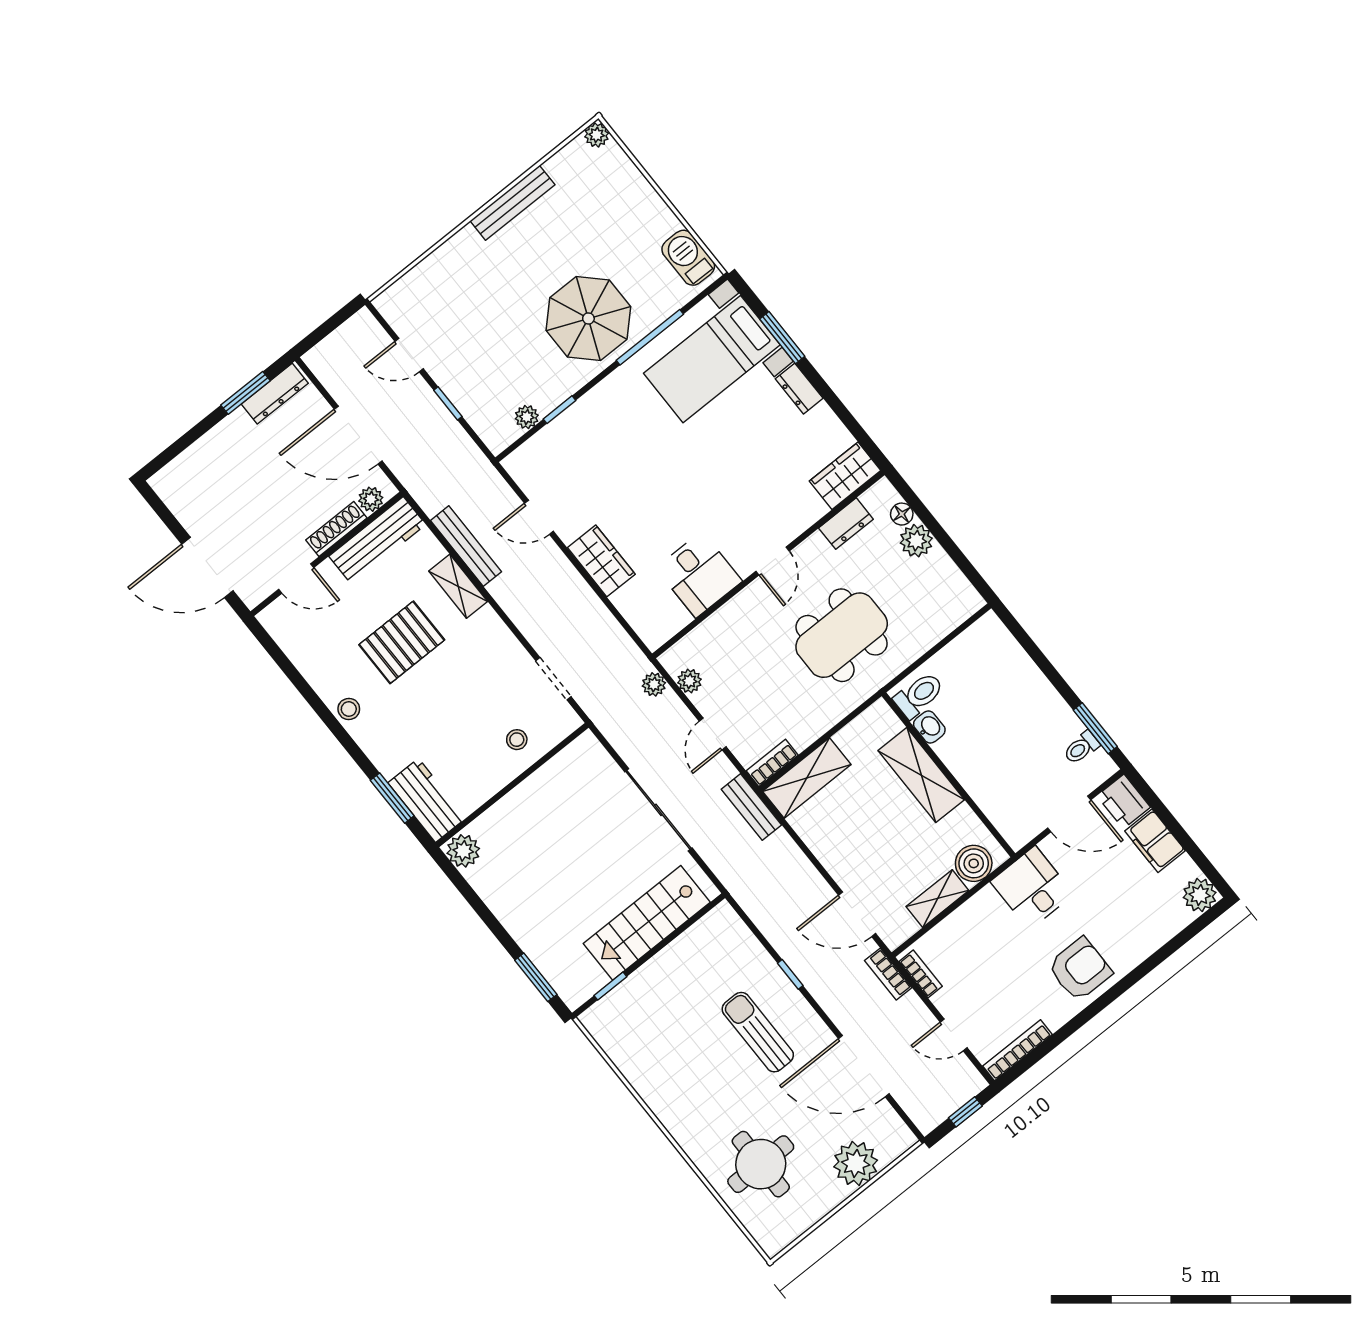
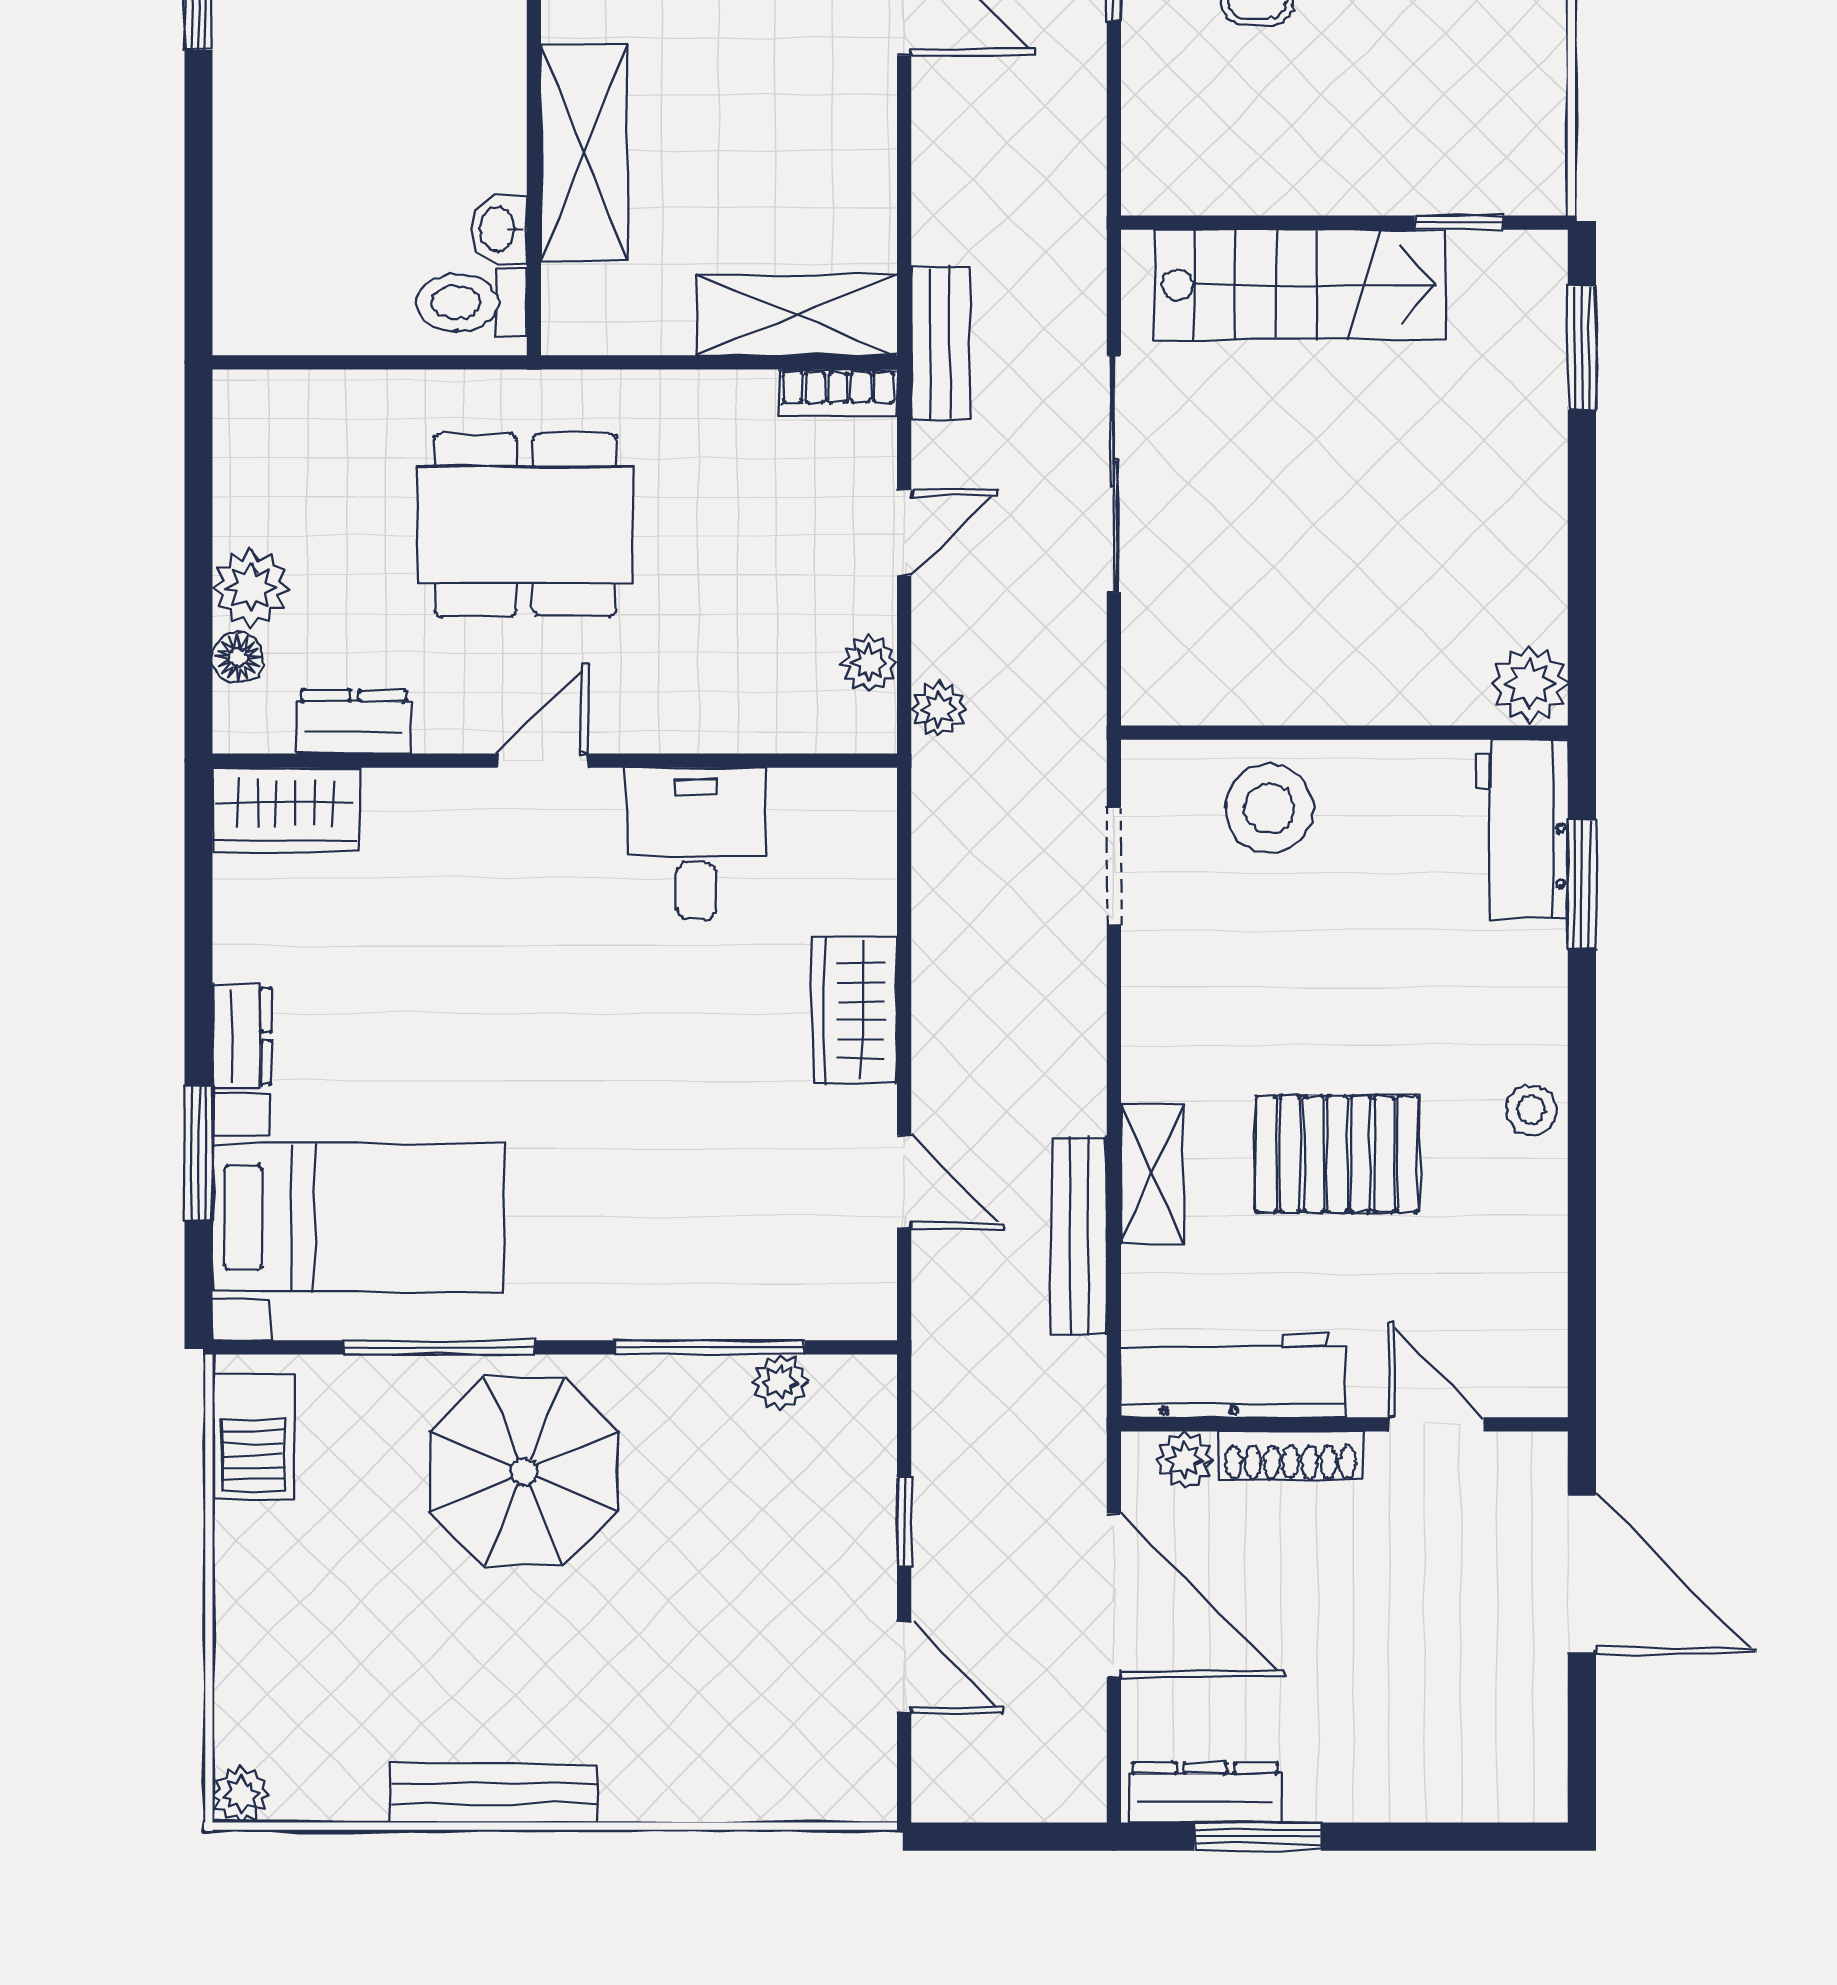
window: (559, 410) -> (710, 1347), width x2.17
stool: (517, 740) -> (1269, 809), width x1.89, depth x1.89

